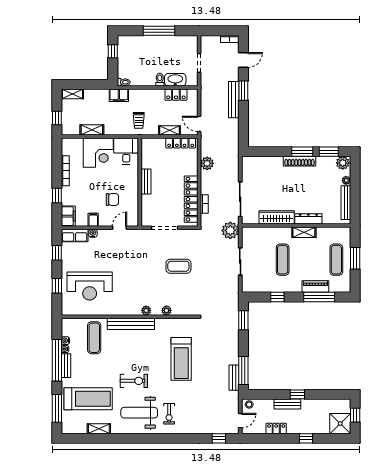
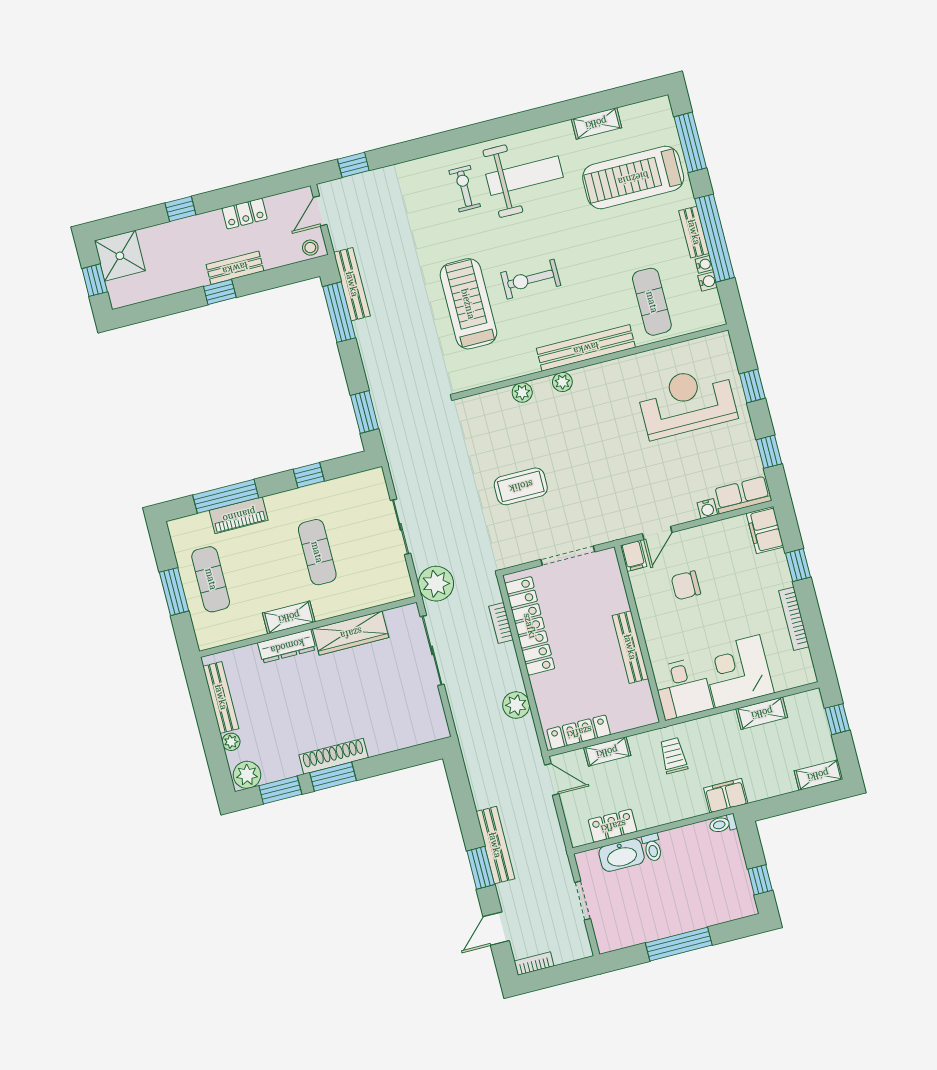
bench: (146, 182) -> (630, 647), width x1.36
filing cabinet: (93, 220) -> (634, 556), moved
bench: (234, 378) -> (352, 284), width x1.36
exercise bike: (134, 381) -> (531, 279), moved

